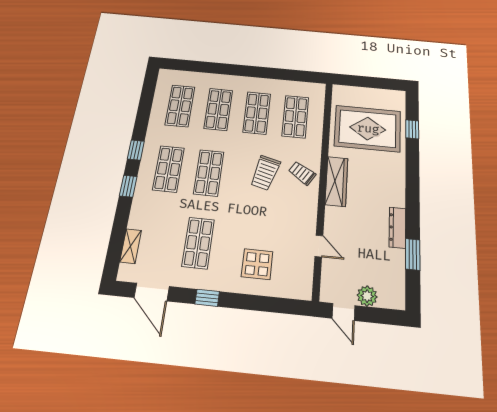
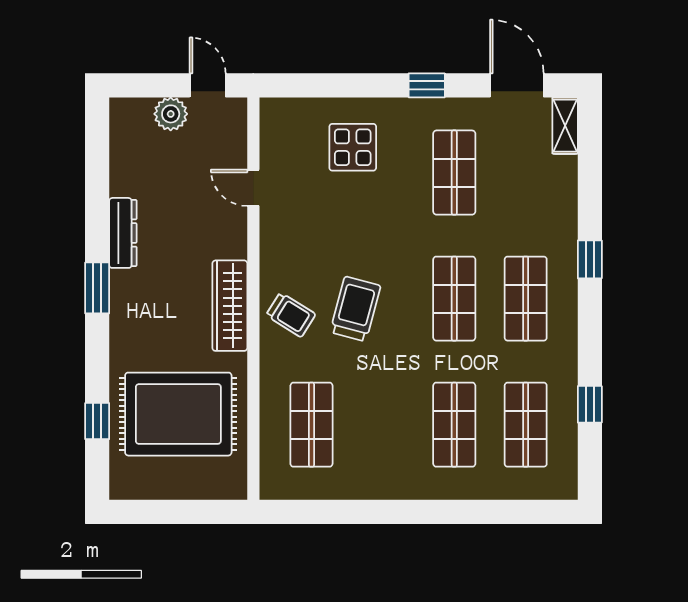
shop shelf: (257, 113) -> (383, 425), removed
window: (136, 150) -> (590, 404), moved
shelving: (131, 246) -> (565, 126), moved
window: (413, 254) -> (97, 288), moved

